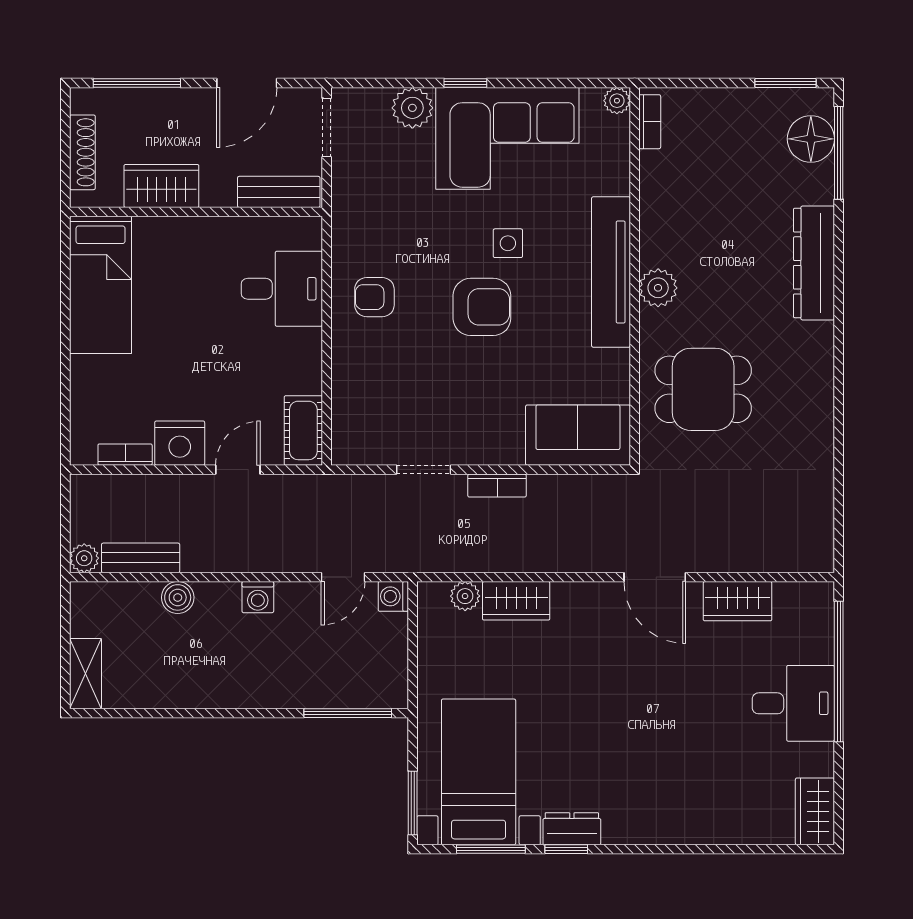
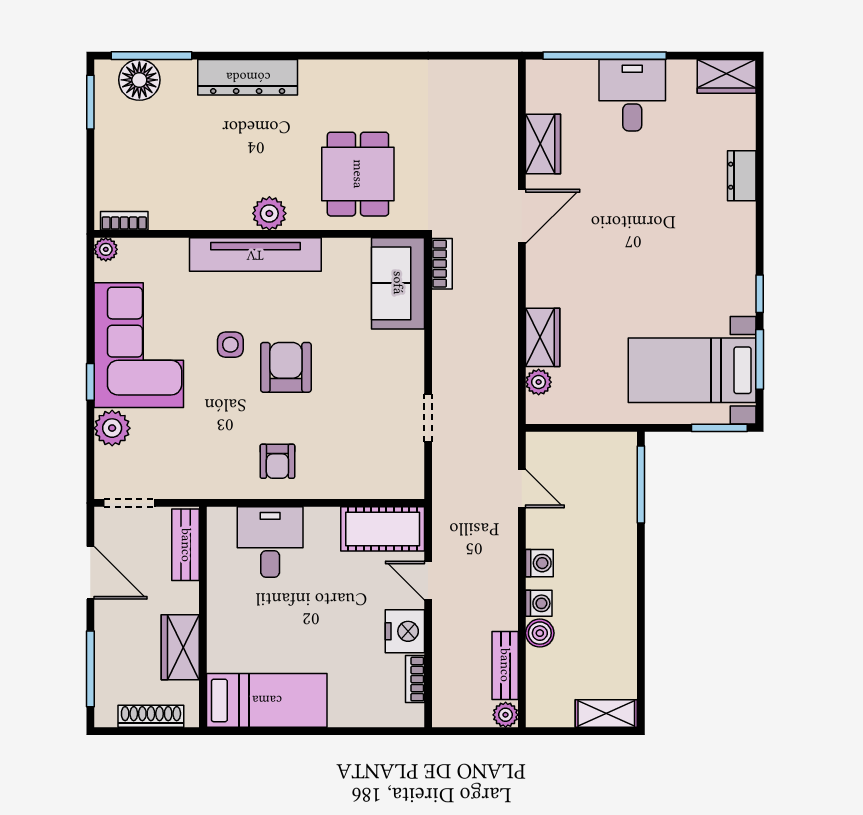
cot: (303, 430) -> (383, 529), width x1.37, depth x1.34
bookcase: (497, 486) -> (442, 264), moved
washing machine: (393, 596) -> (539, 603), moved, turned -90
dresser: (572, 829) -> (742, 176), moved

